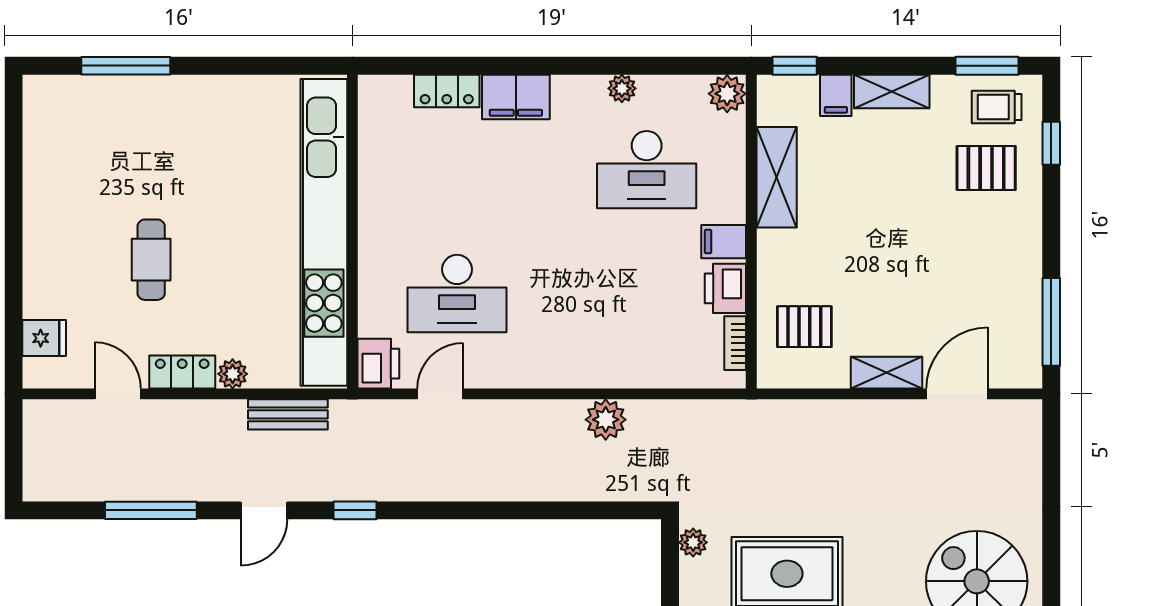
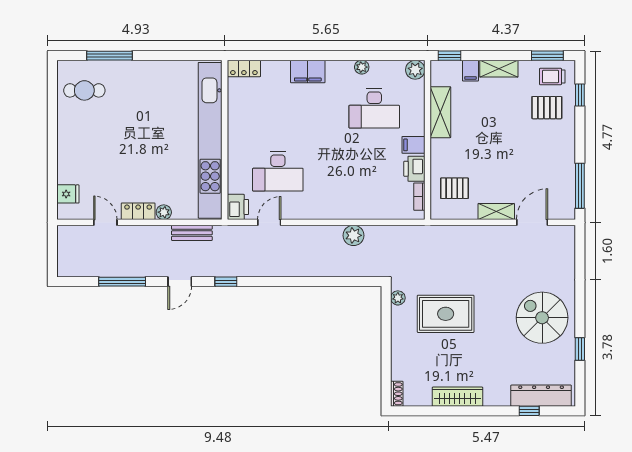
locker: (447, 91) -> (244, 68), moved
cafe table: (151, 260) -> (84, 90), moved, turned 90

